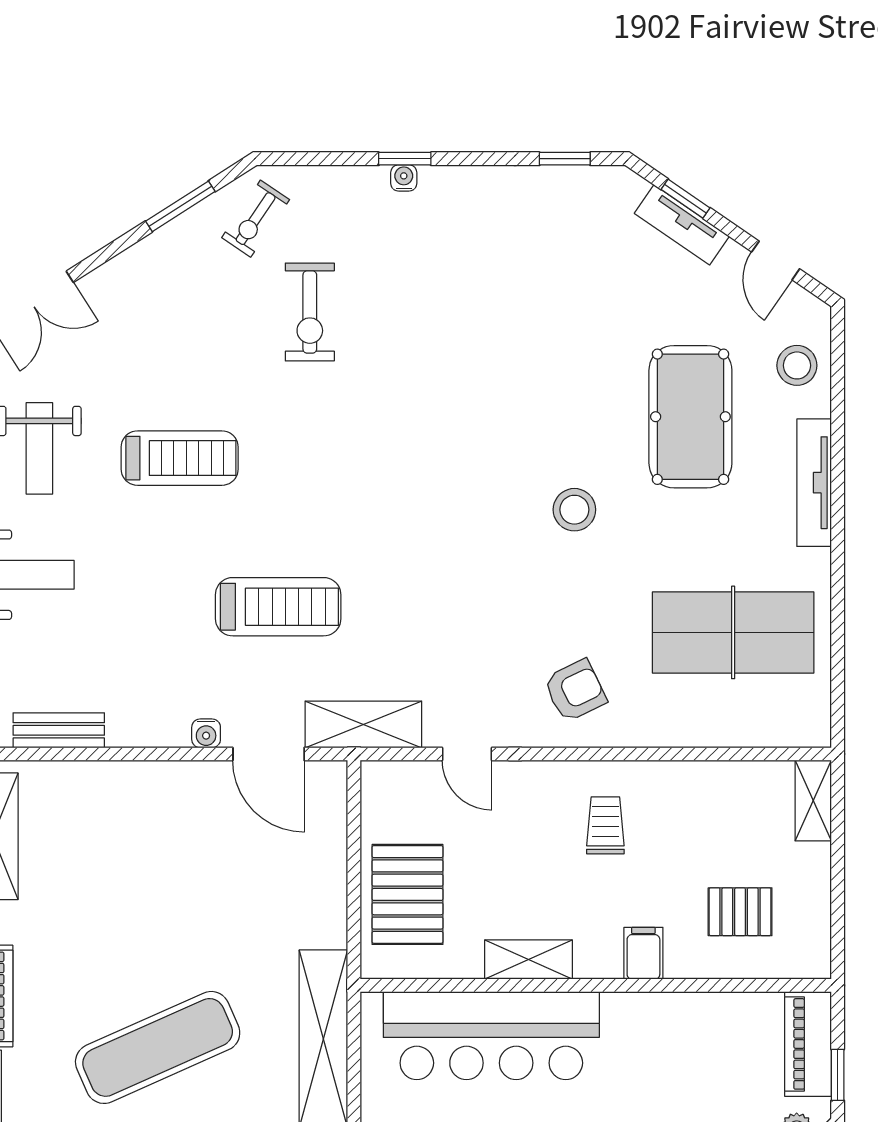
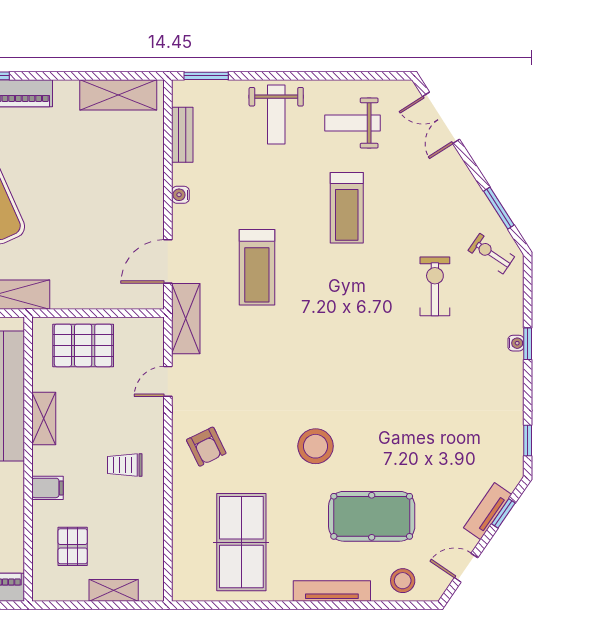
exercise bike: (310, 312) -> (435, 286), turned 90
stool: (574, 510) -> (316, 446), width x1.38, depth x1.38
water cooler: (206, 733) -> (180, 195), moved
shelving: (813, 801) -> (114, 590), moved
trolley: (605, 825) -> (125, 465), turned 180

